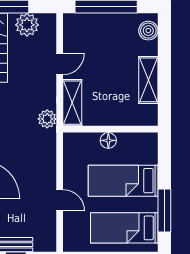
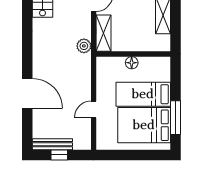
door: (60, 200) -> (94, 109), swing flipped
bed: (124, 228) -> (144, 125), width x1.50

